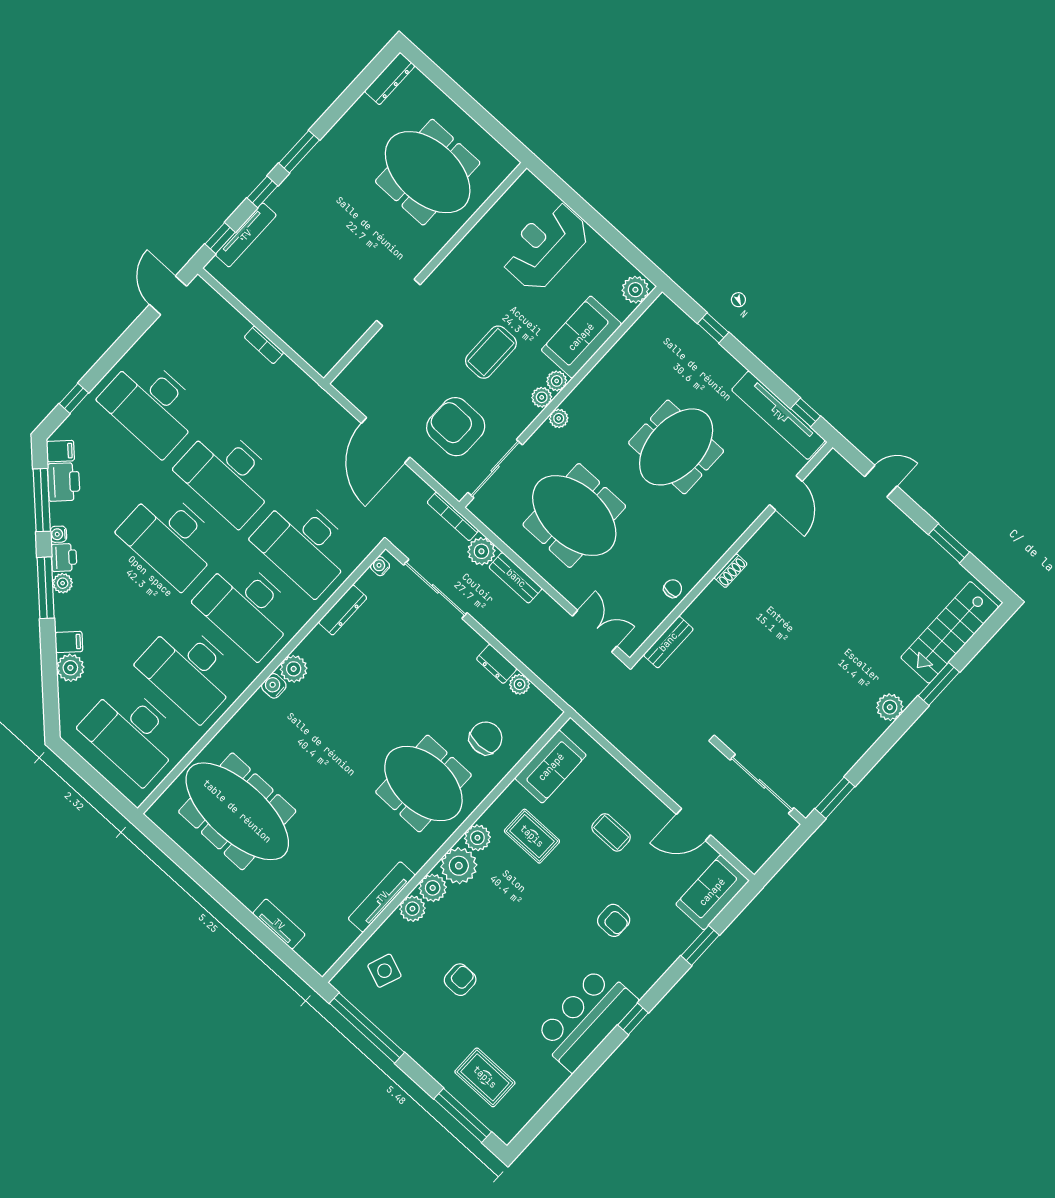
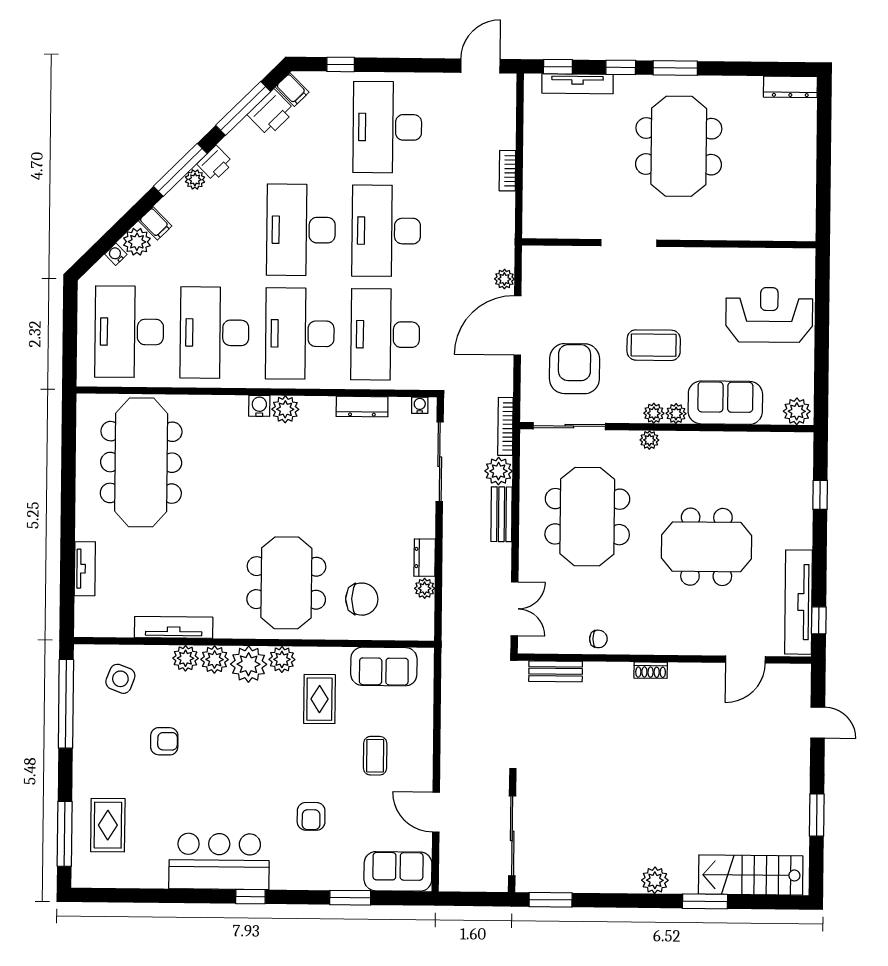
meeting table: (428, 172) -> (679, 146), moved
plant: (342, 419) -> (504, 279), added
water cooler: (58, 534) -> (116, 254), moved

